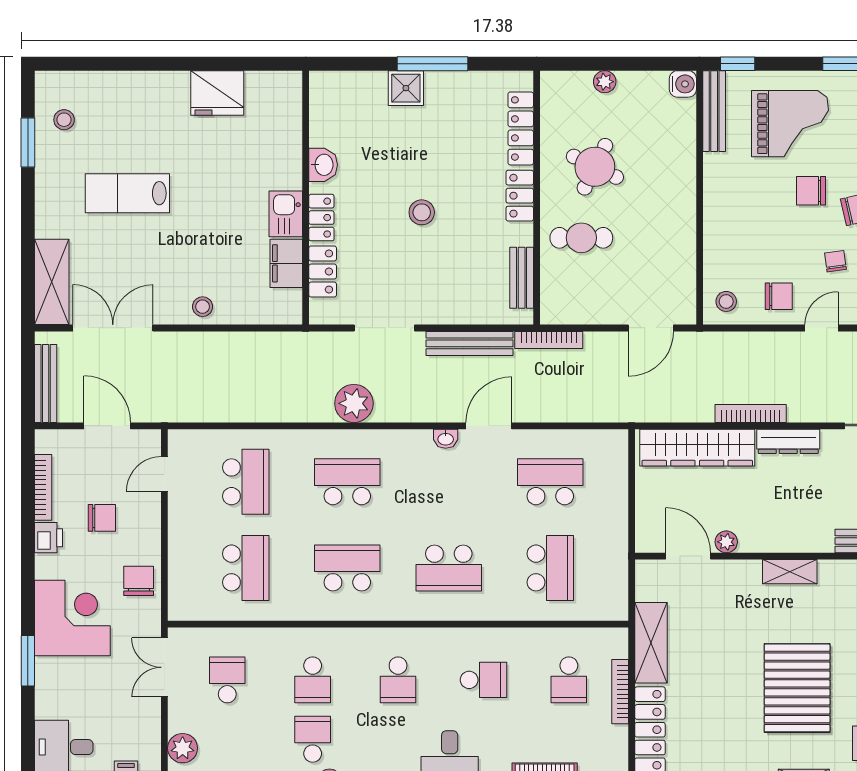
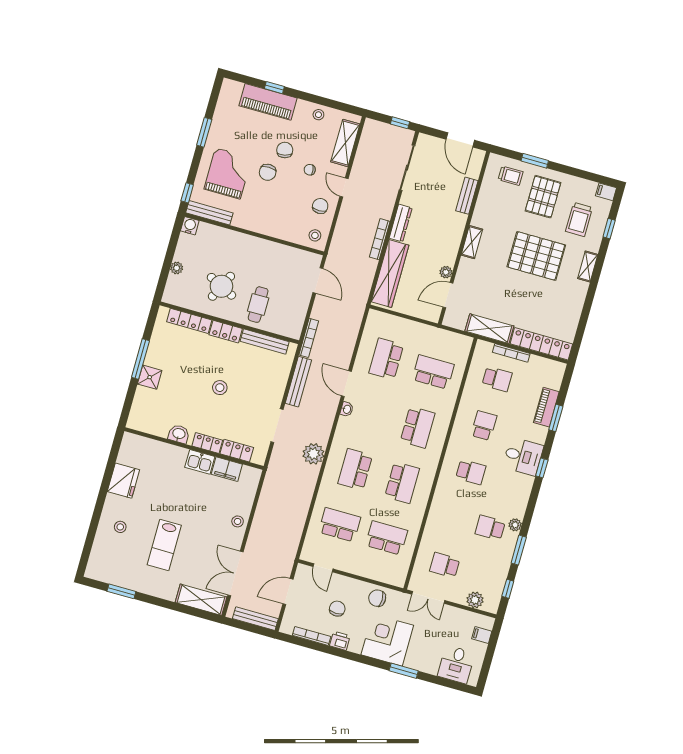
stool: (64, 120) -> (120, 527), moved
bench: (522, 278) -> (265, 342), width x1.36
school desk: (347, 568) -> (402, 483), turned 180
school desk: (313, 680) -> (458, 519), removed

